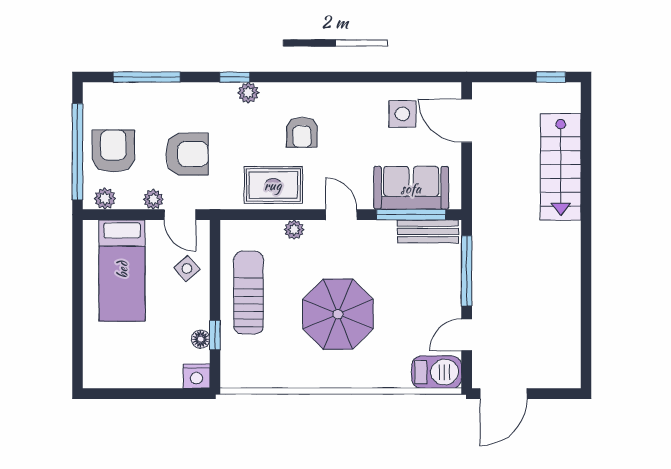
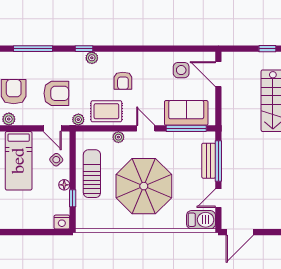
plant: (153, 199) -> (78, 120), moved
bench: (428, 231) -> (209, 161), moved, turned 90
parasol: (338, 314) -> (144, 186), width x1.36, depth x1.36
floor lamp: (201, 339) -> (64, 185), moved

